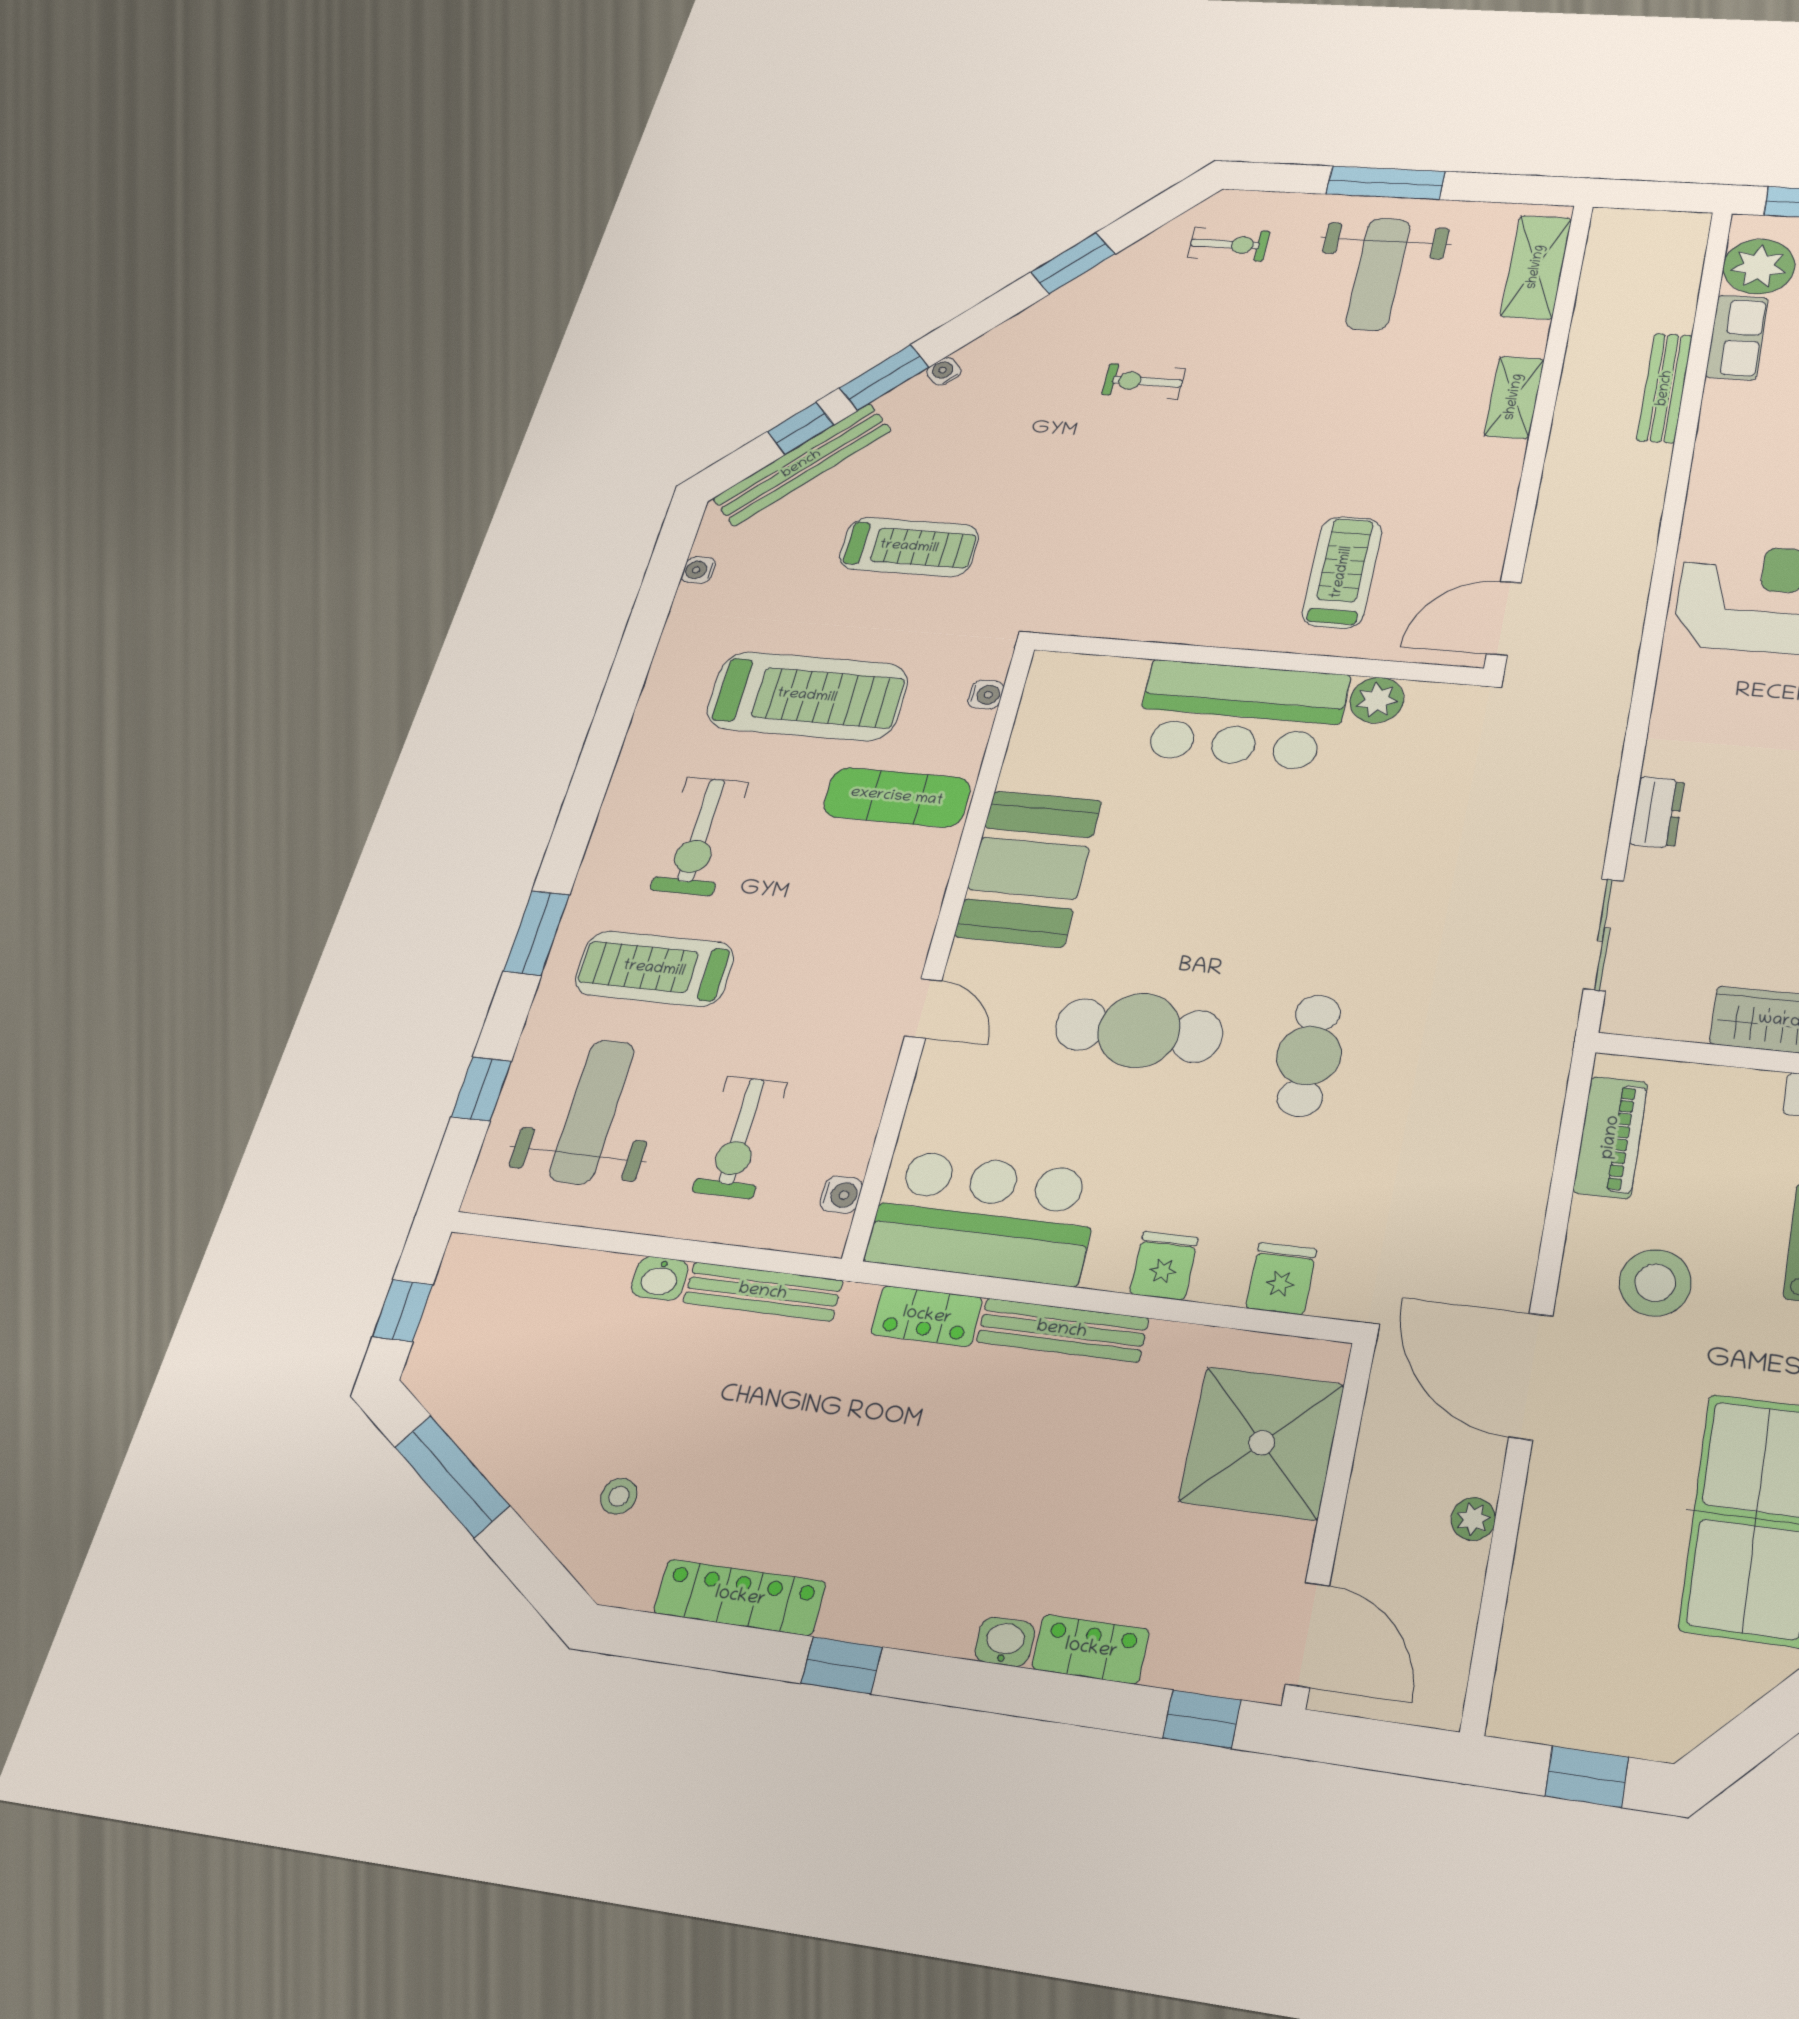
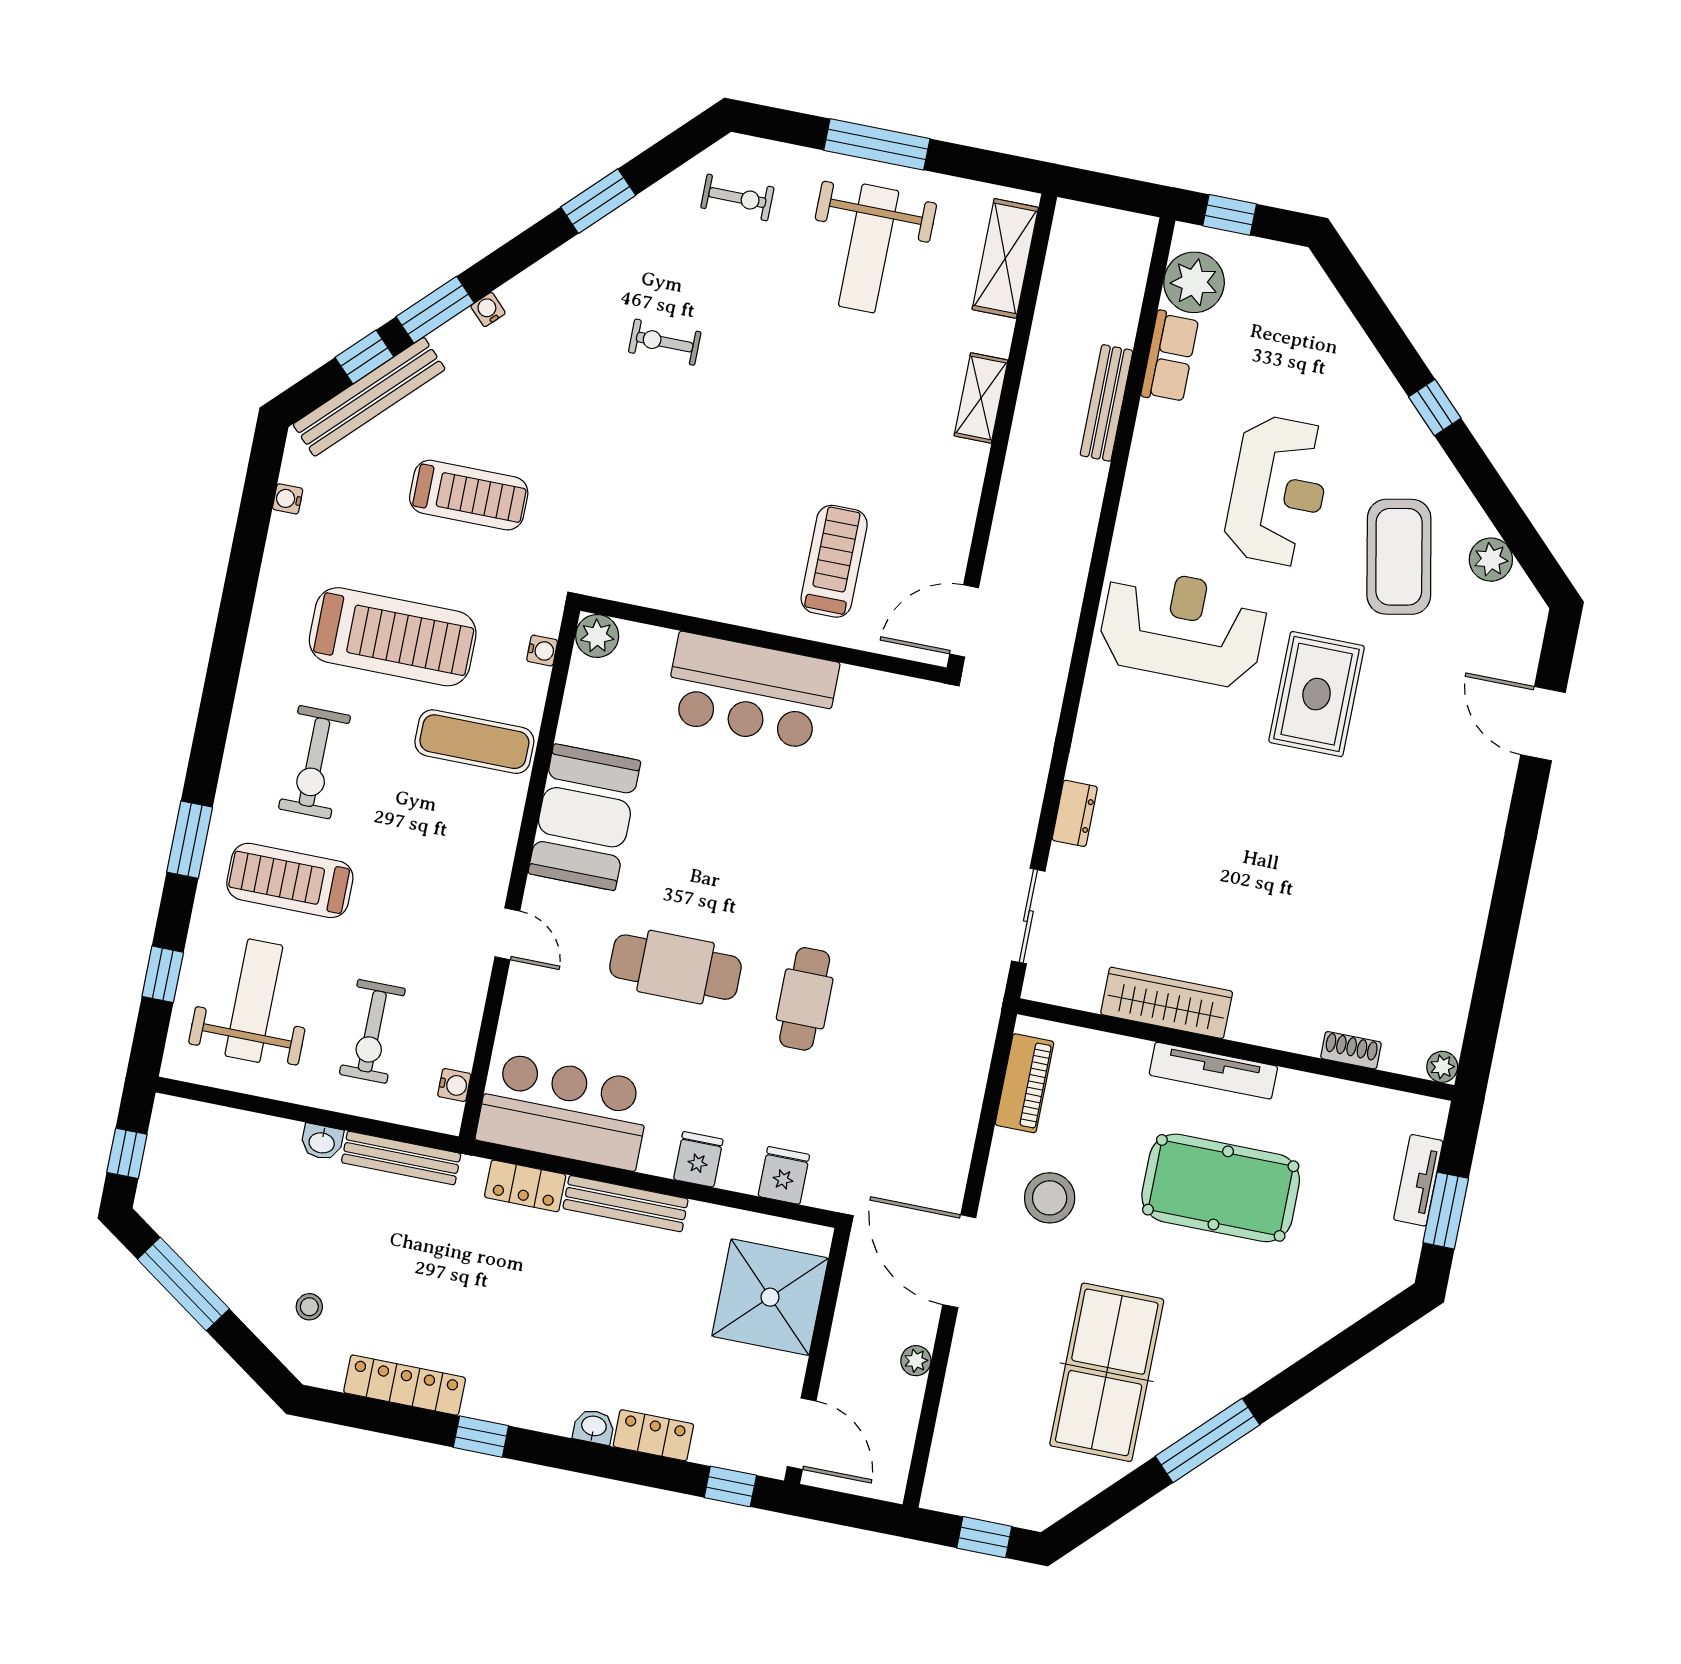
plant: (1377, 700) -> (597, 636), moved

